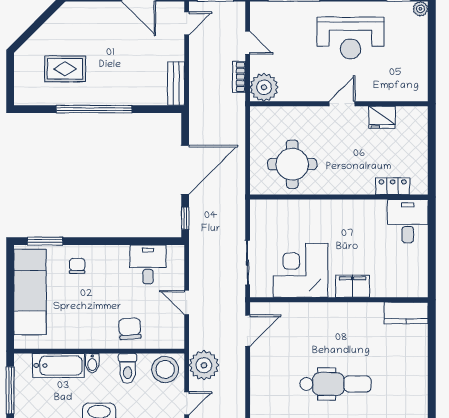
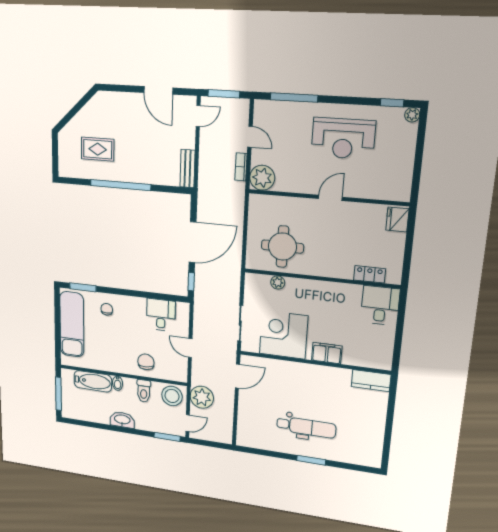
fridge: (382, 117) -> (397, 219), moved, turned 90
plant: (289, 207) -> (278, 283), added

